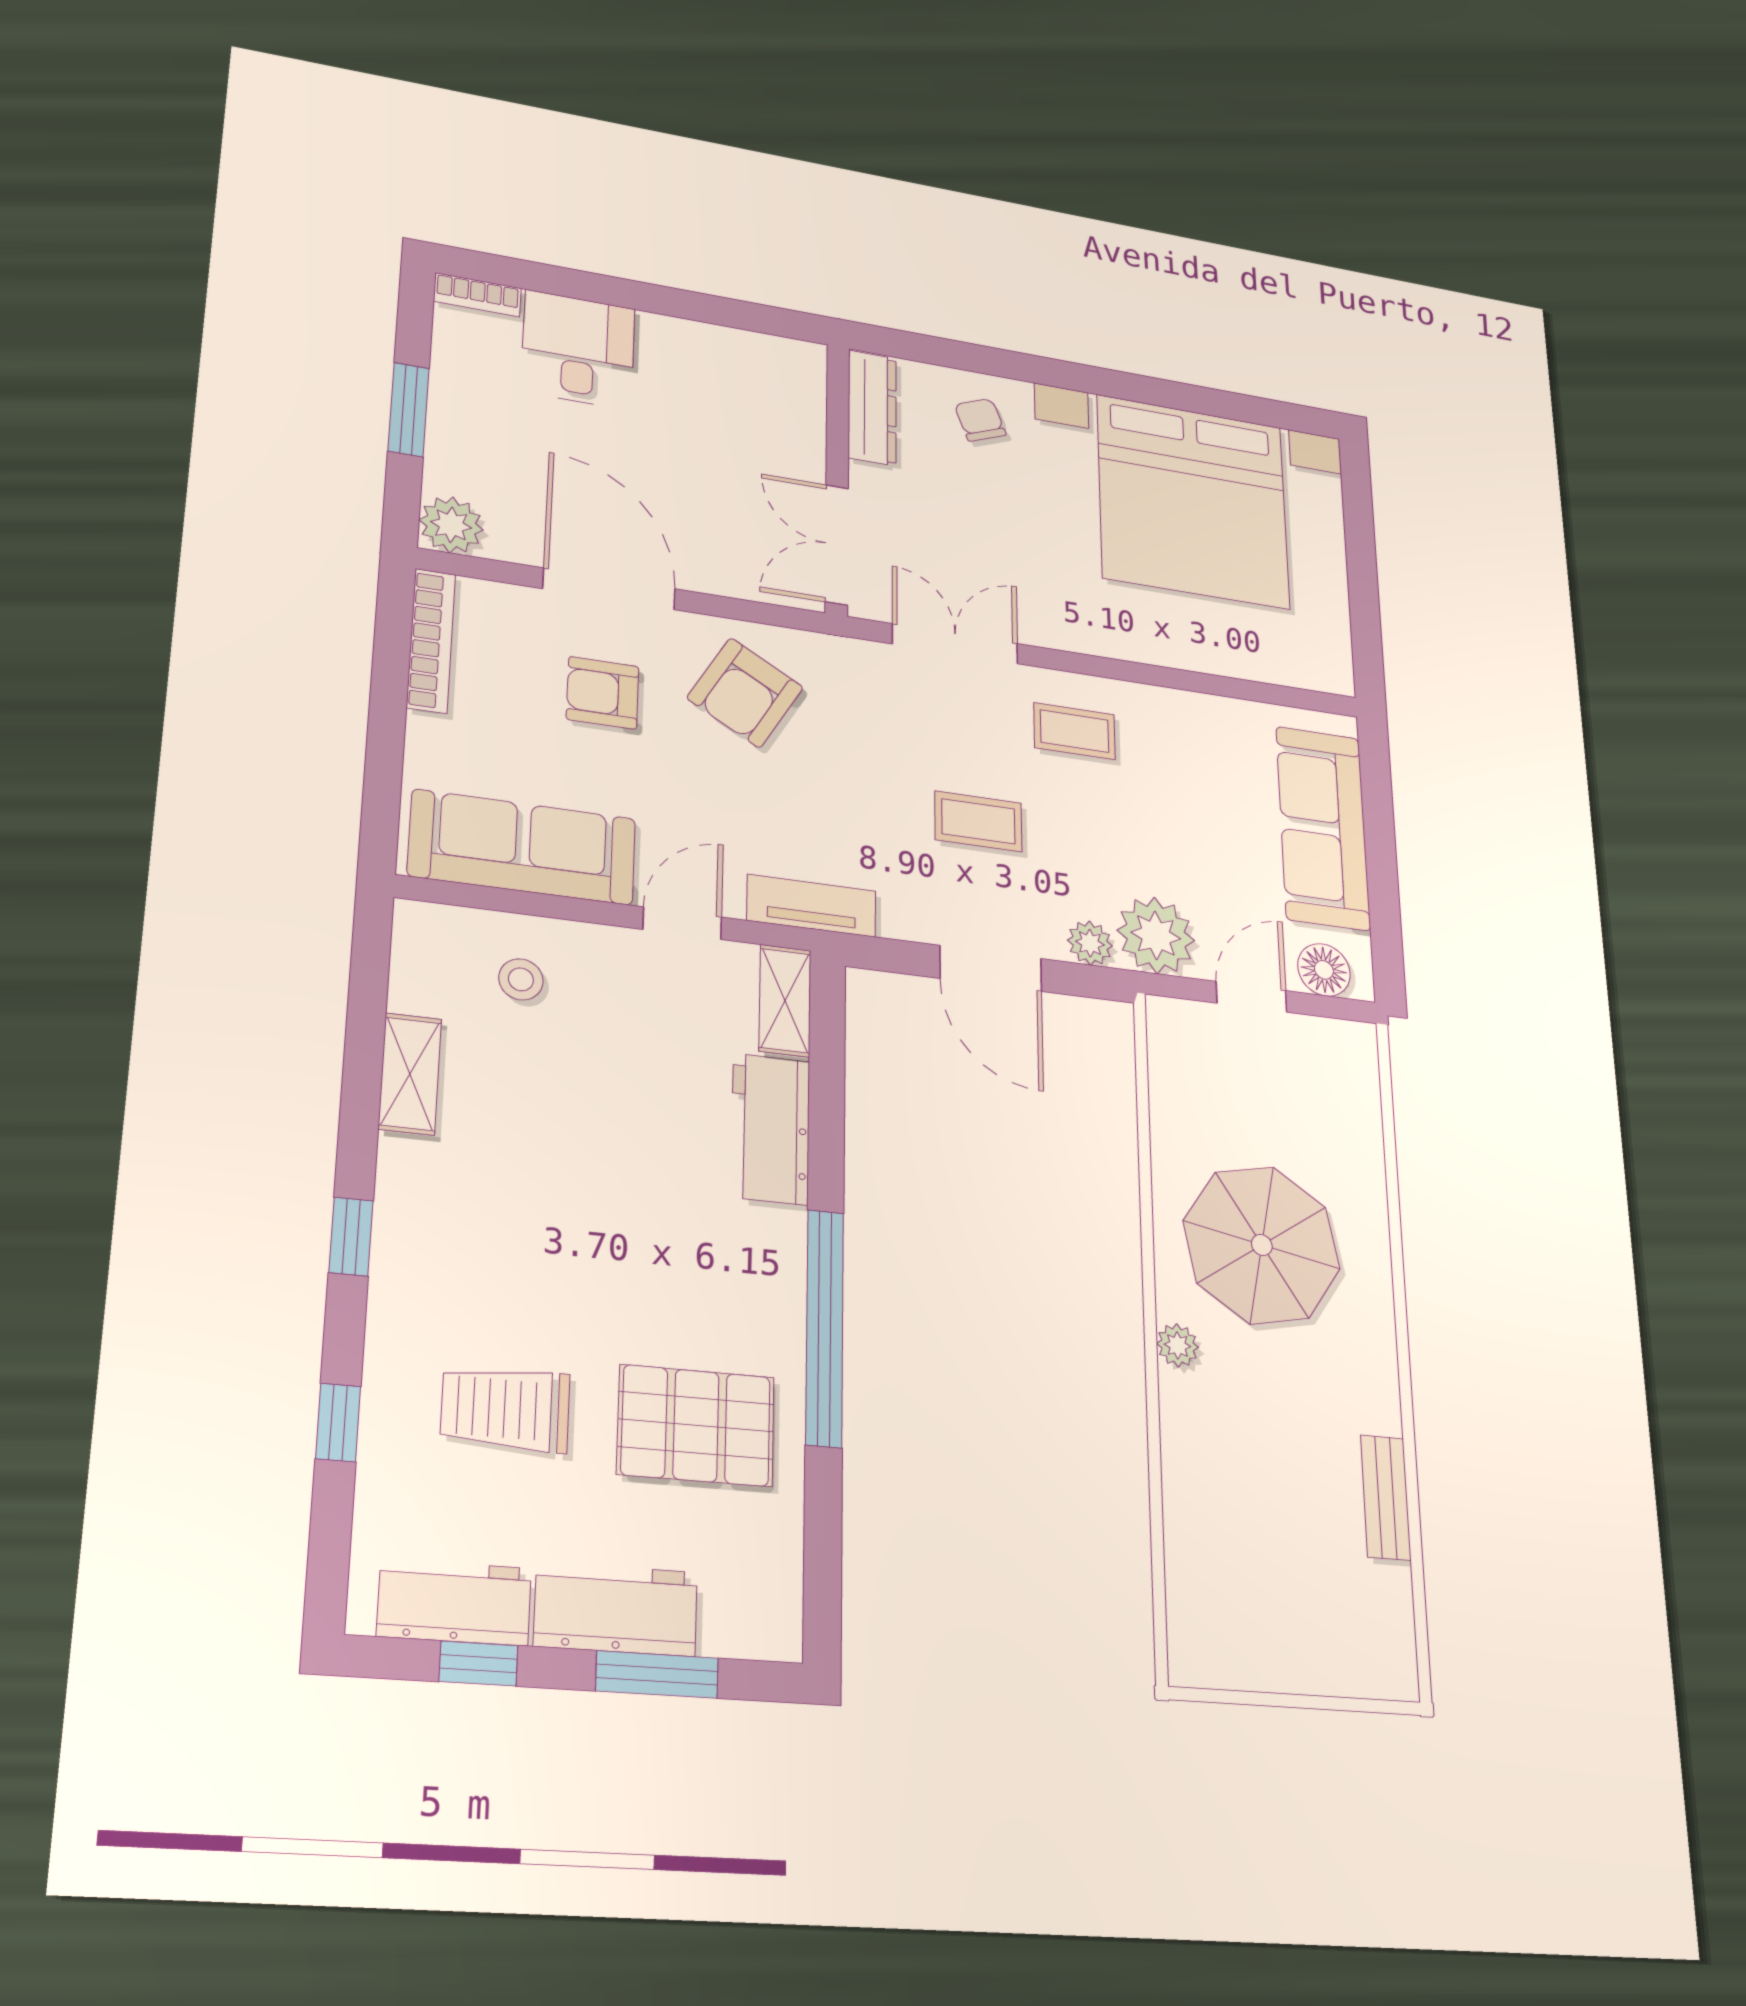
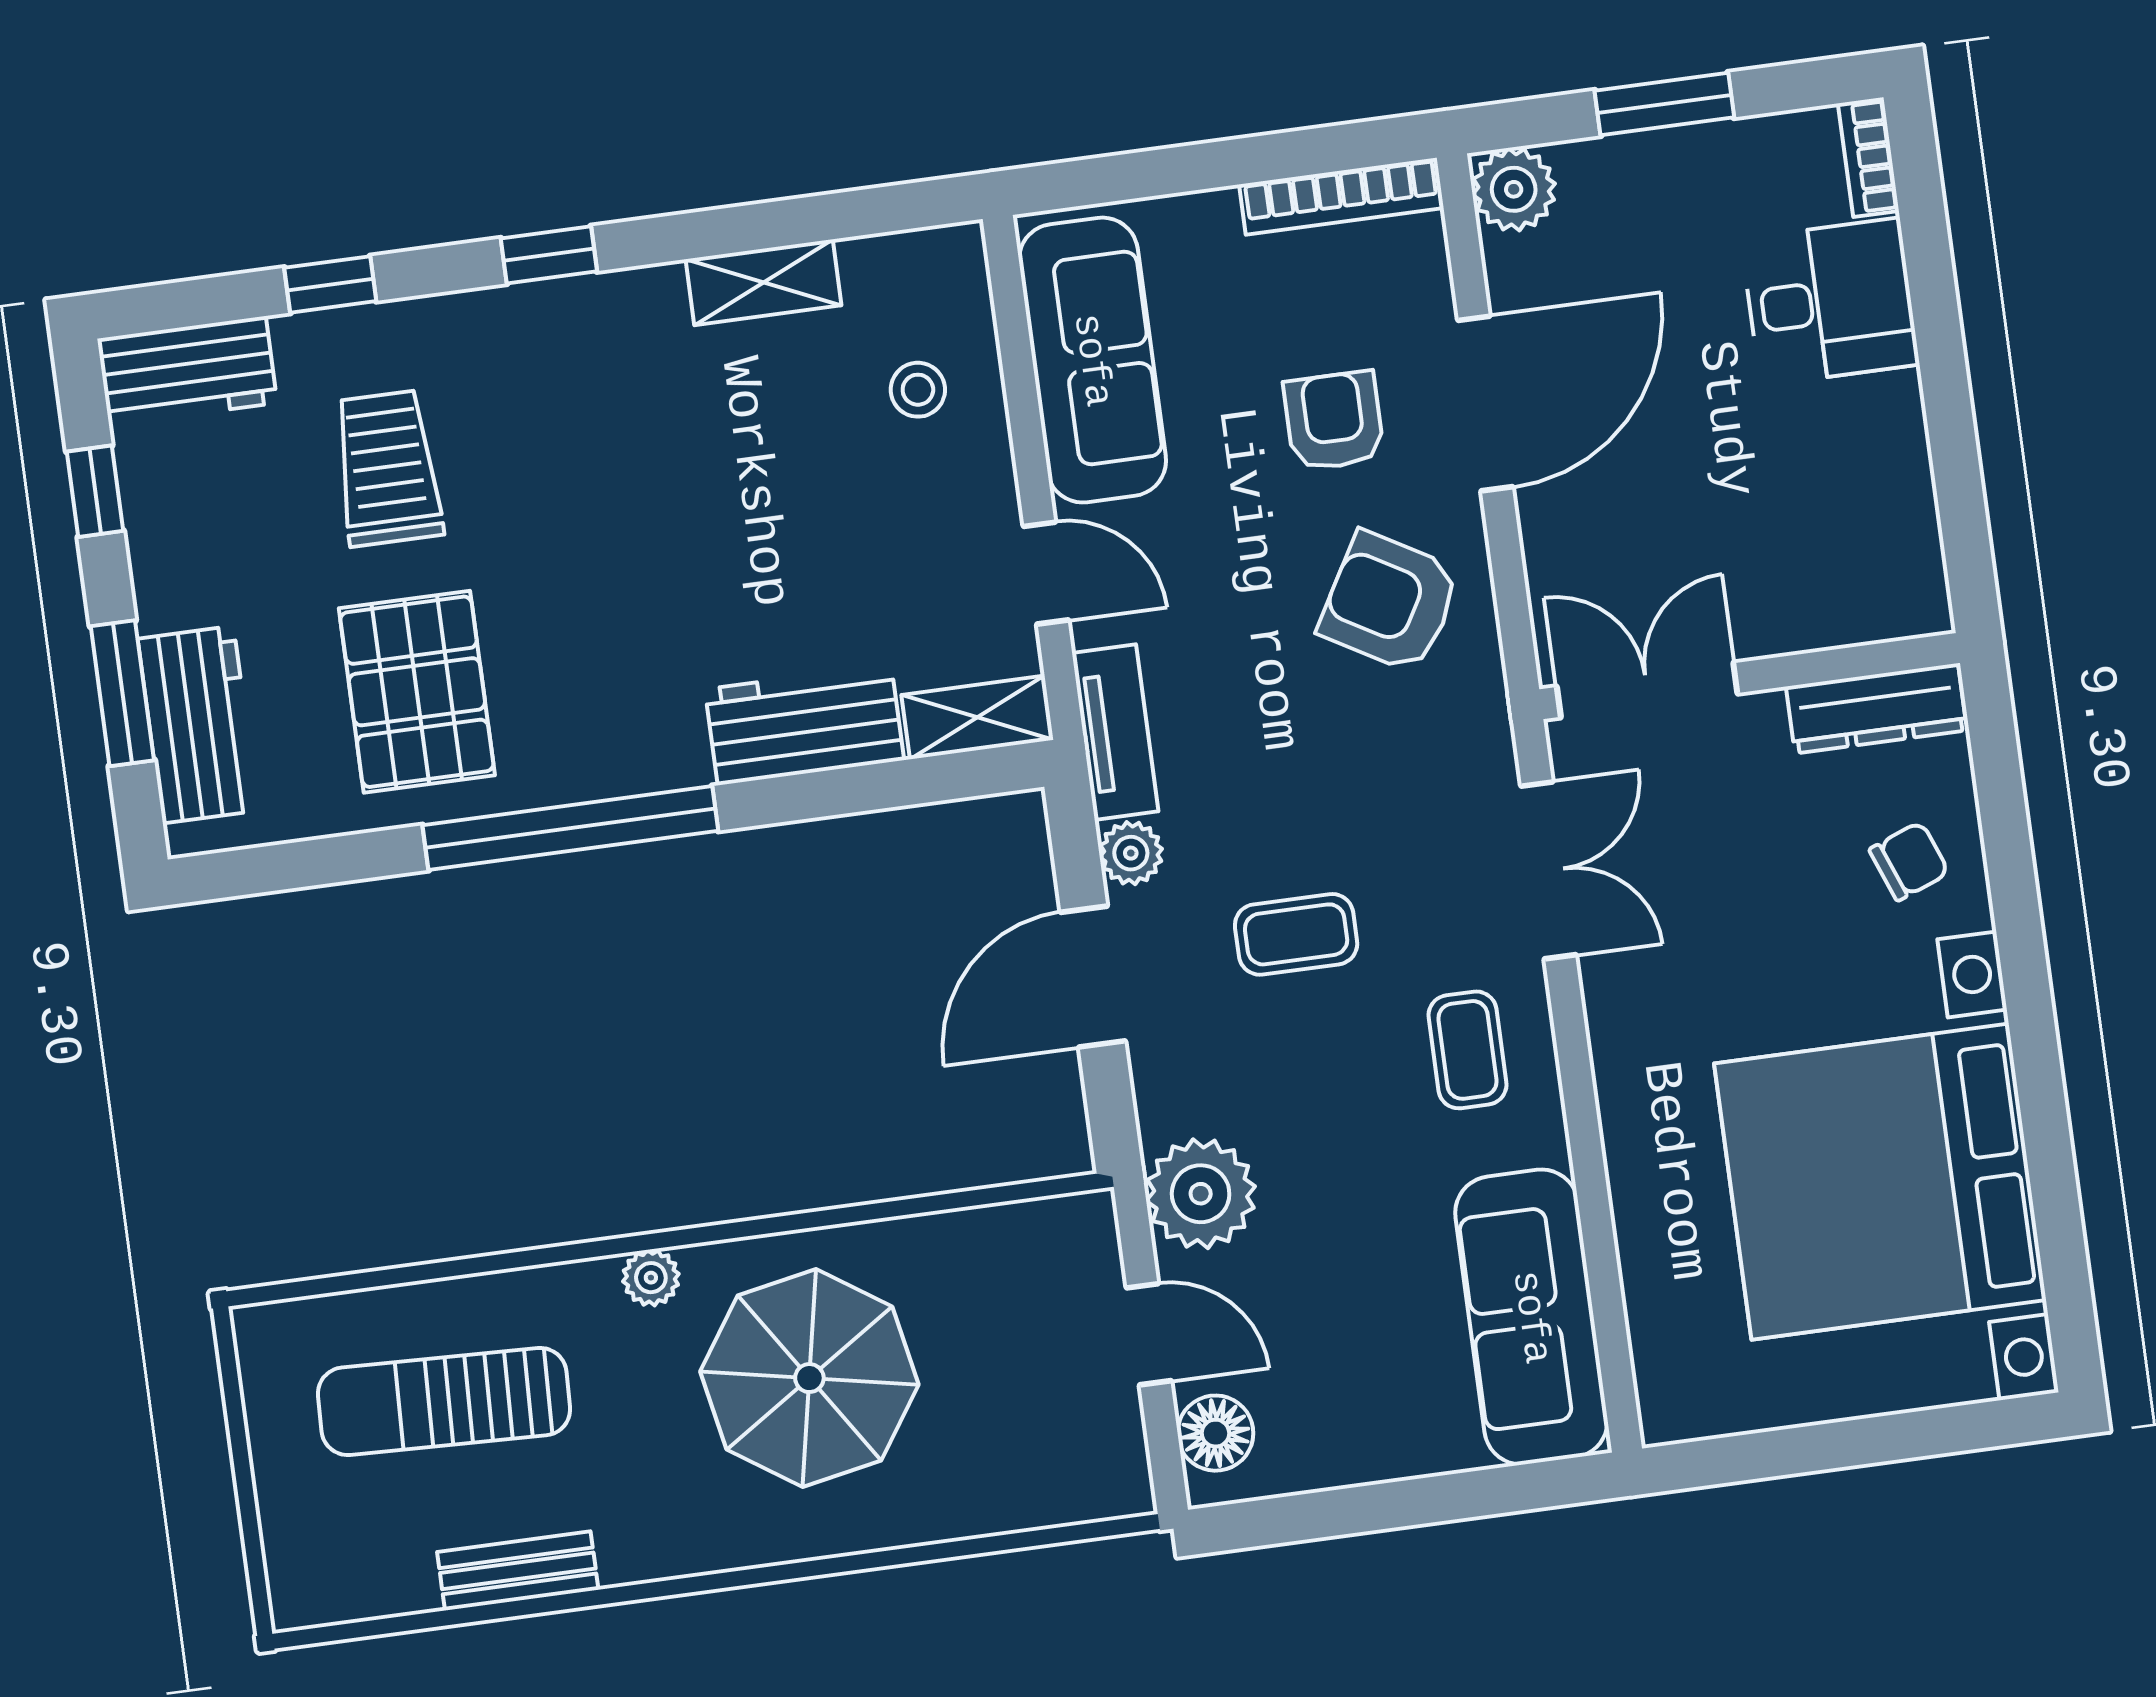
coffee table: (978, 821) -> (1296, 934), turned 90
sofa: (1323, 828) -> (1531, 1317), moved, turned -90
plant: (1090, 943) -> (1131, 853), moved
sun lounger: (1256, 1527) -> (444, 1401), added
workbench: (454, 1602) -> (187, 371), moved, turned 90
workbench: (616, 1609) -> (198, 725), moved

